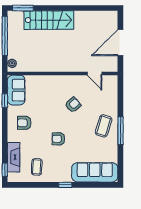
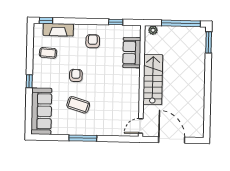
stairs: (49, 20) -> (153, 80), moved, turned 180
door: (94, 73) -> (141, 126), moved
sofa: (16, 90) -> (132, 53), moved, turned 90
armchair: (73, 105) -> (110, 91), removed
coffee table: (104, 126) -> (78, 105), moved

